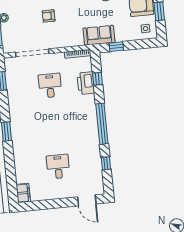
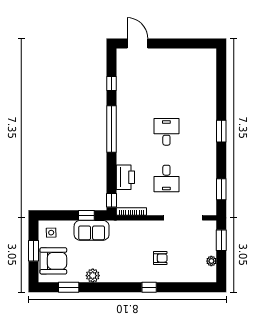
sofa: (99, 35) -> (92, 230), moved
window: (97, 79) -> (112, 200), moved
desk: (58, 167) -> (166, 132), moved, turned 180
filing cabinet: (23, 193) -> (209, 59), removed

